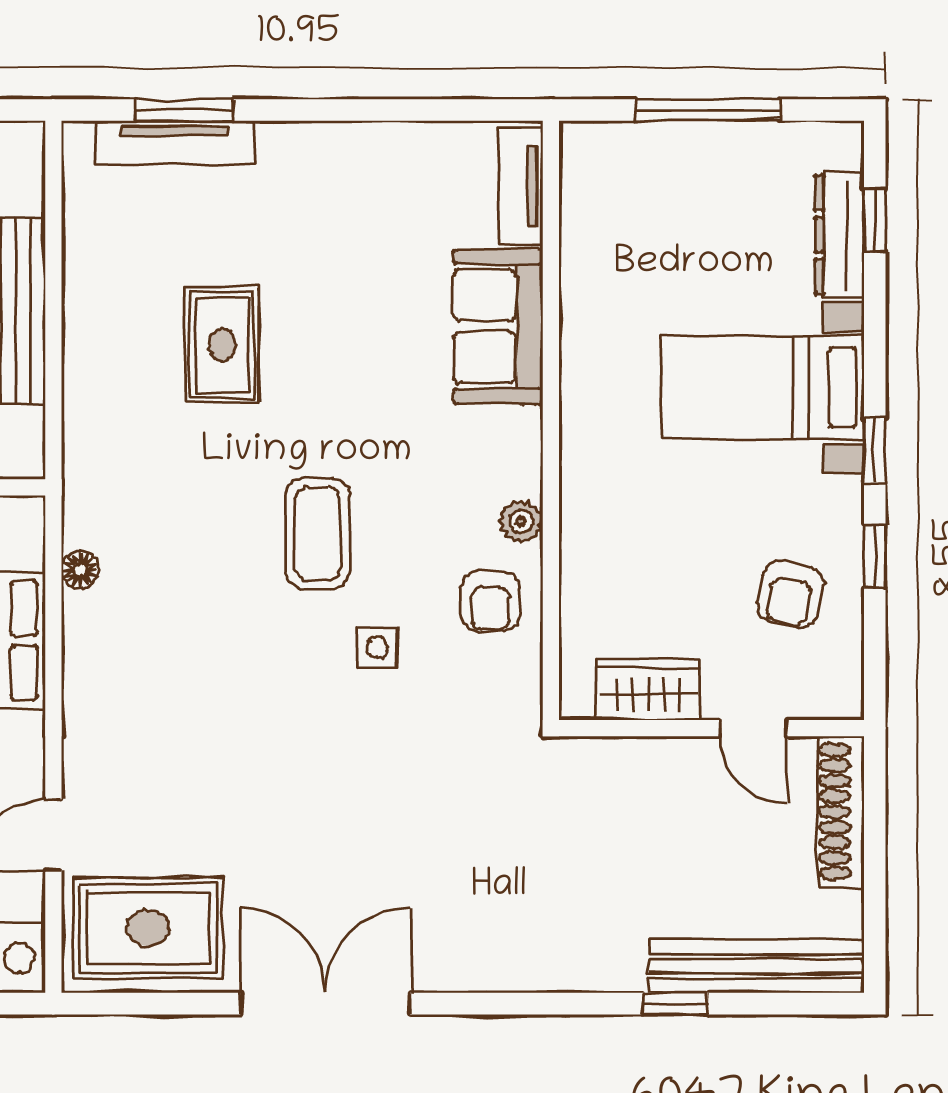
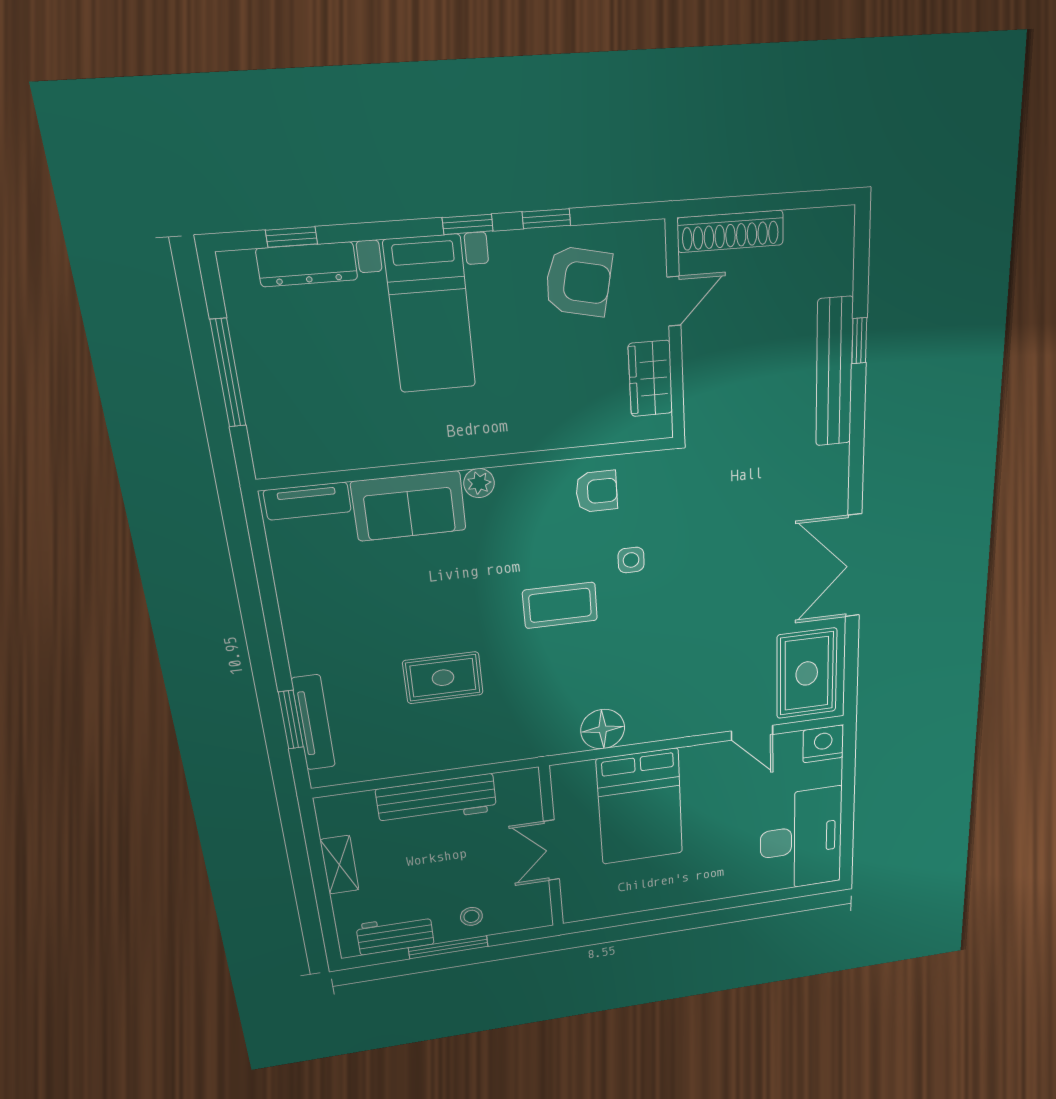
plant: (521, 521) -> (479, 483), moved
floor lamp: (80, 570) -> (603, 729), width x1.89, depth x1.89
armchair: (790, 594) -> (578, 281), width x1.38, depth x1.38
bench: (756, 966) -> (834, 372), moved

